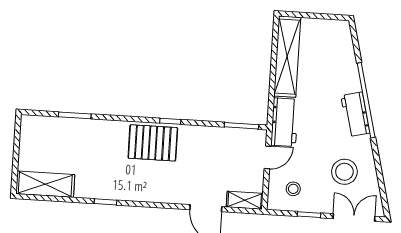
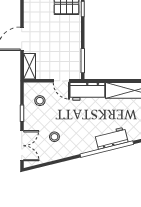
workbench: (355, 114) -> (111, 138), moved
stool: (344, 172) -> (54, 137), width x0.53, depth x0.53

